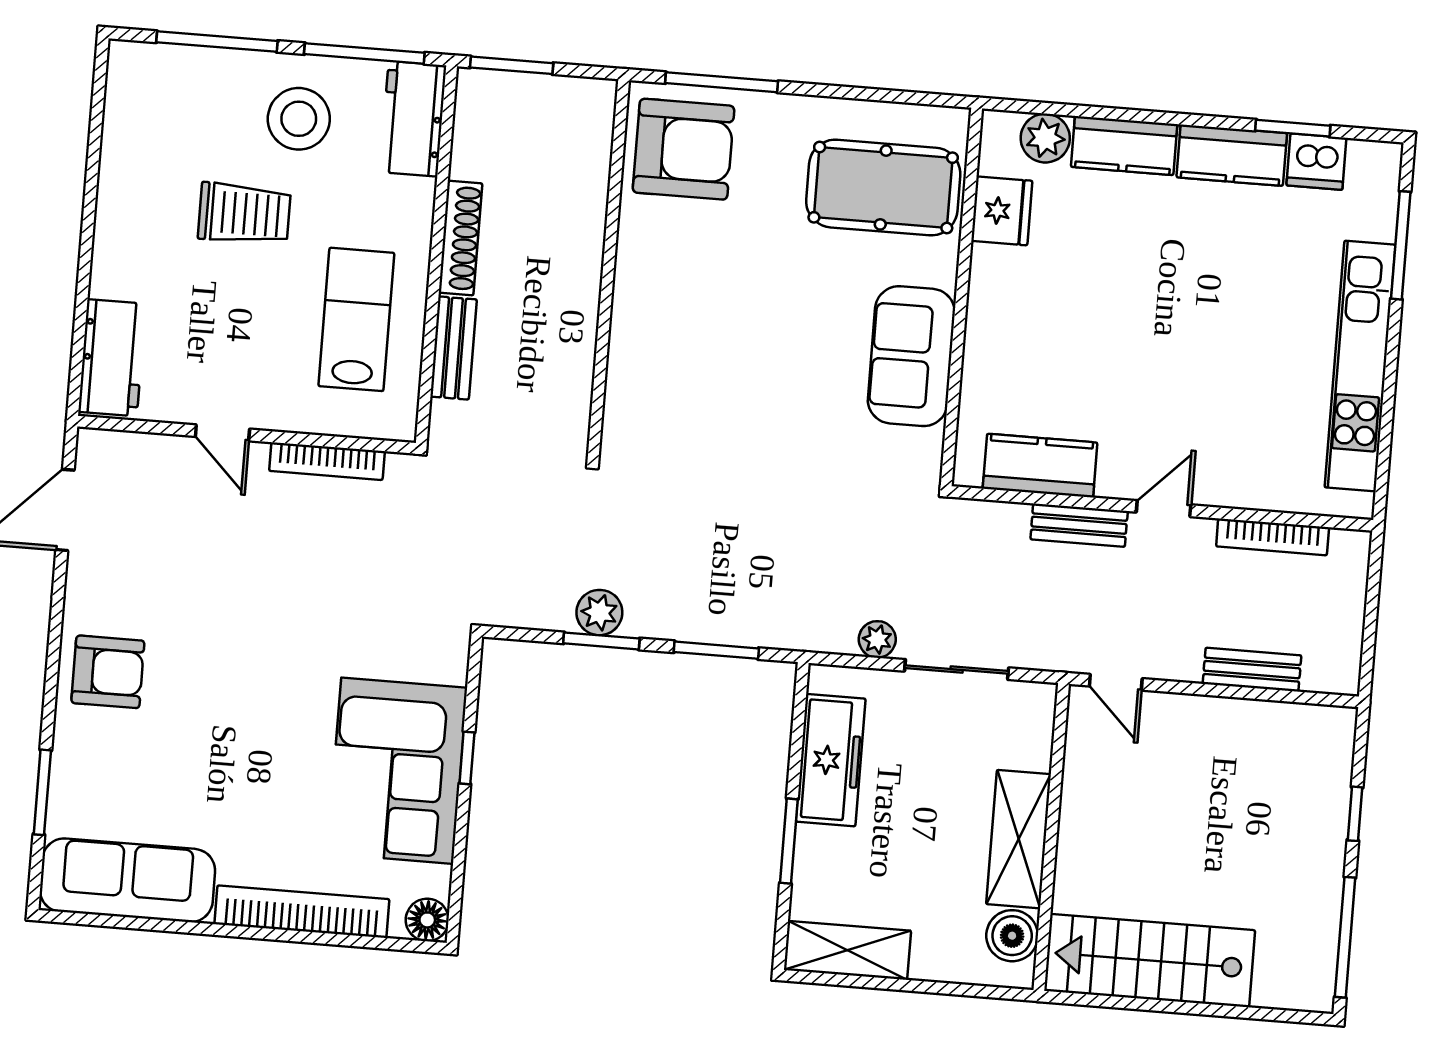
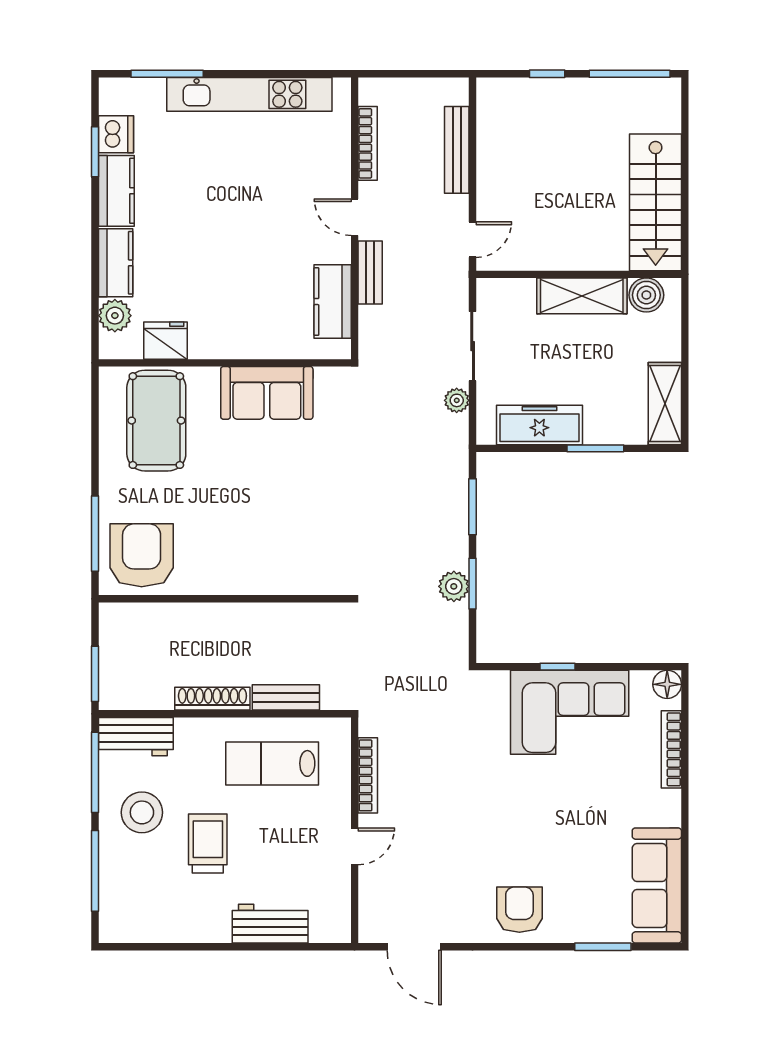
workbench: (112, 358) -> (270, 924), moved
bench: (1252, 670) -> (457, 150), width x1.36
bookcase: (302, 912) -> (671, 749), width x0.68, depth x0.76

